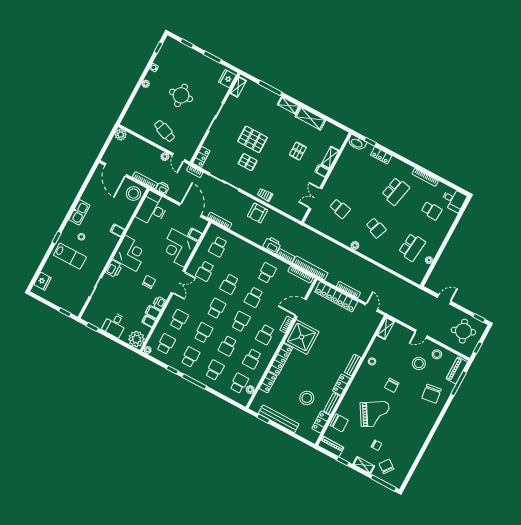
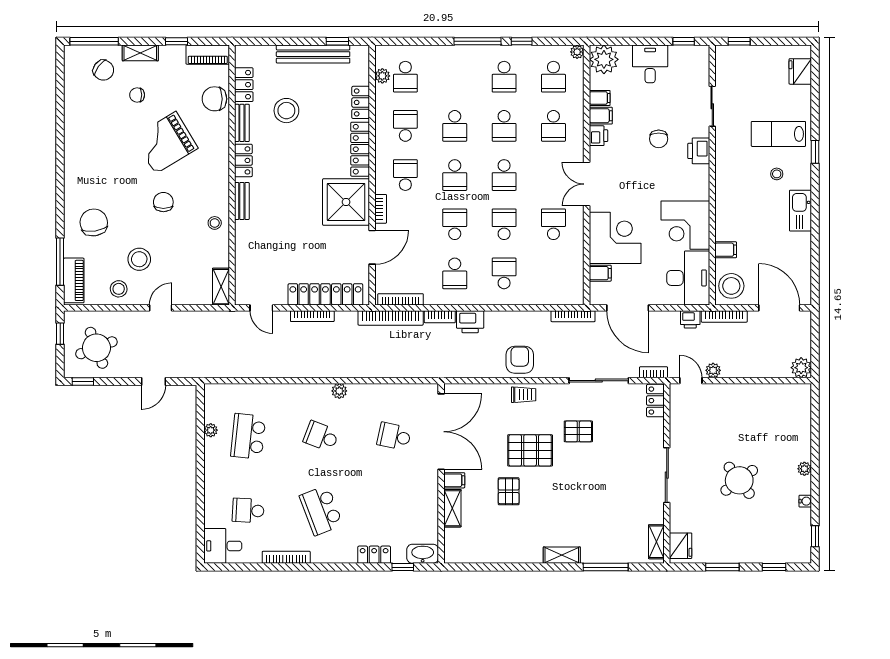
round table: (181, 95) -> (739, 480), turned -31
shelving: (310, 118) -> (516, 553), removed
cafe table: (165, 131) -> (735, 410), removed
pallet: (253, 139) -> (530, 450), moved
school desk: (396, 191) -> (321, 510), turned -33
double door: (315, 198) -> (441, 432), width x1.87
filing cabinet: (117, 230) -> (726, 250), moved
school desk: (218, 247) -> (504, 273), moved
corner desk: (131, 253) -> (685, 225), moved
chair: (149, 282) -> (659, 139), moved
school desk: (228, 346) -> (455, 126), turned 180
school desk: (215, 370) -> (455, 77), removed

